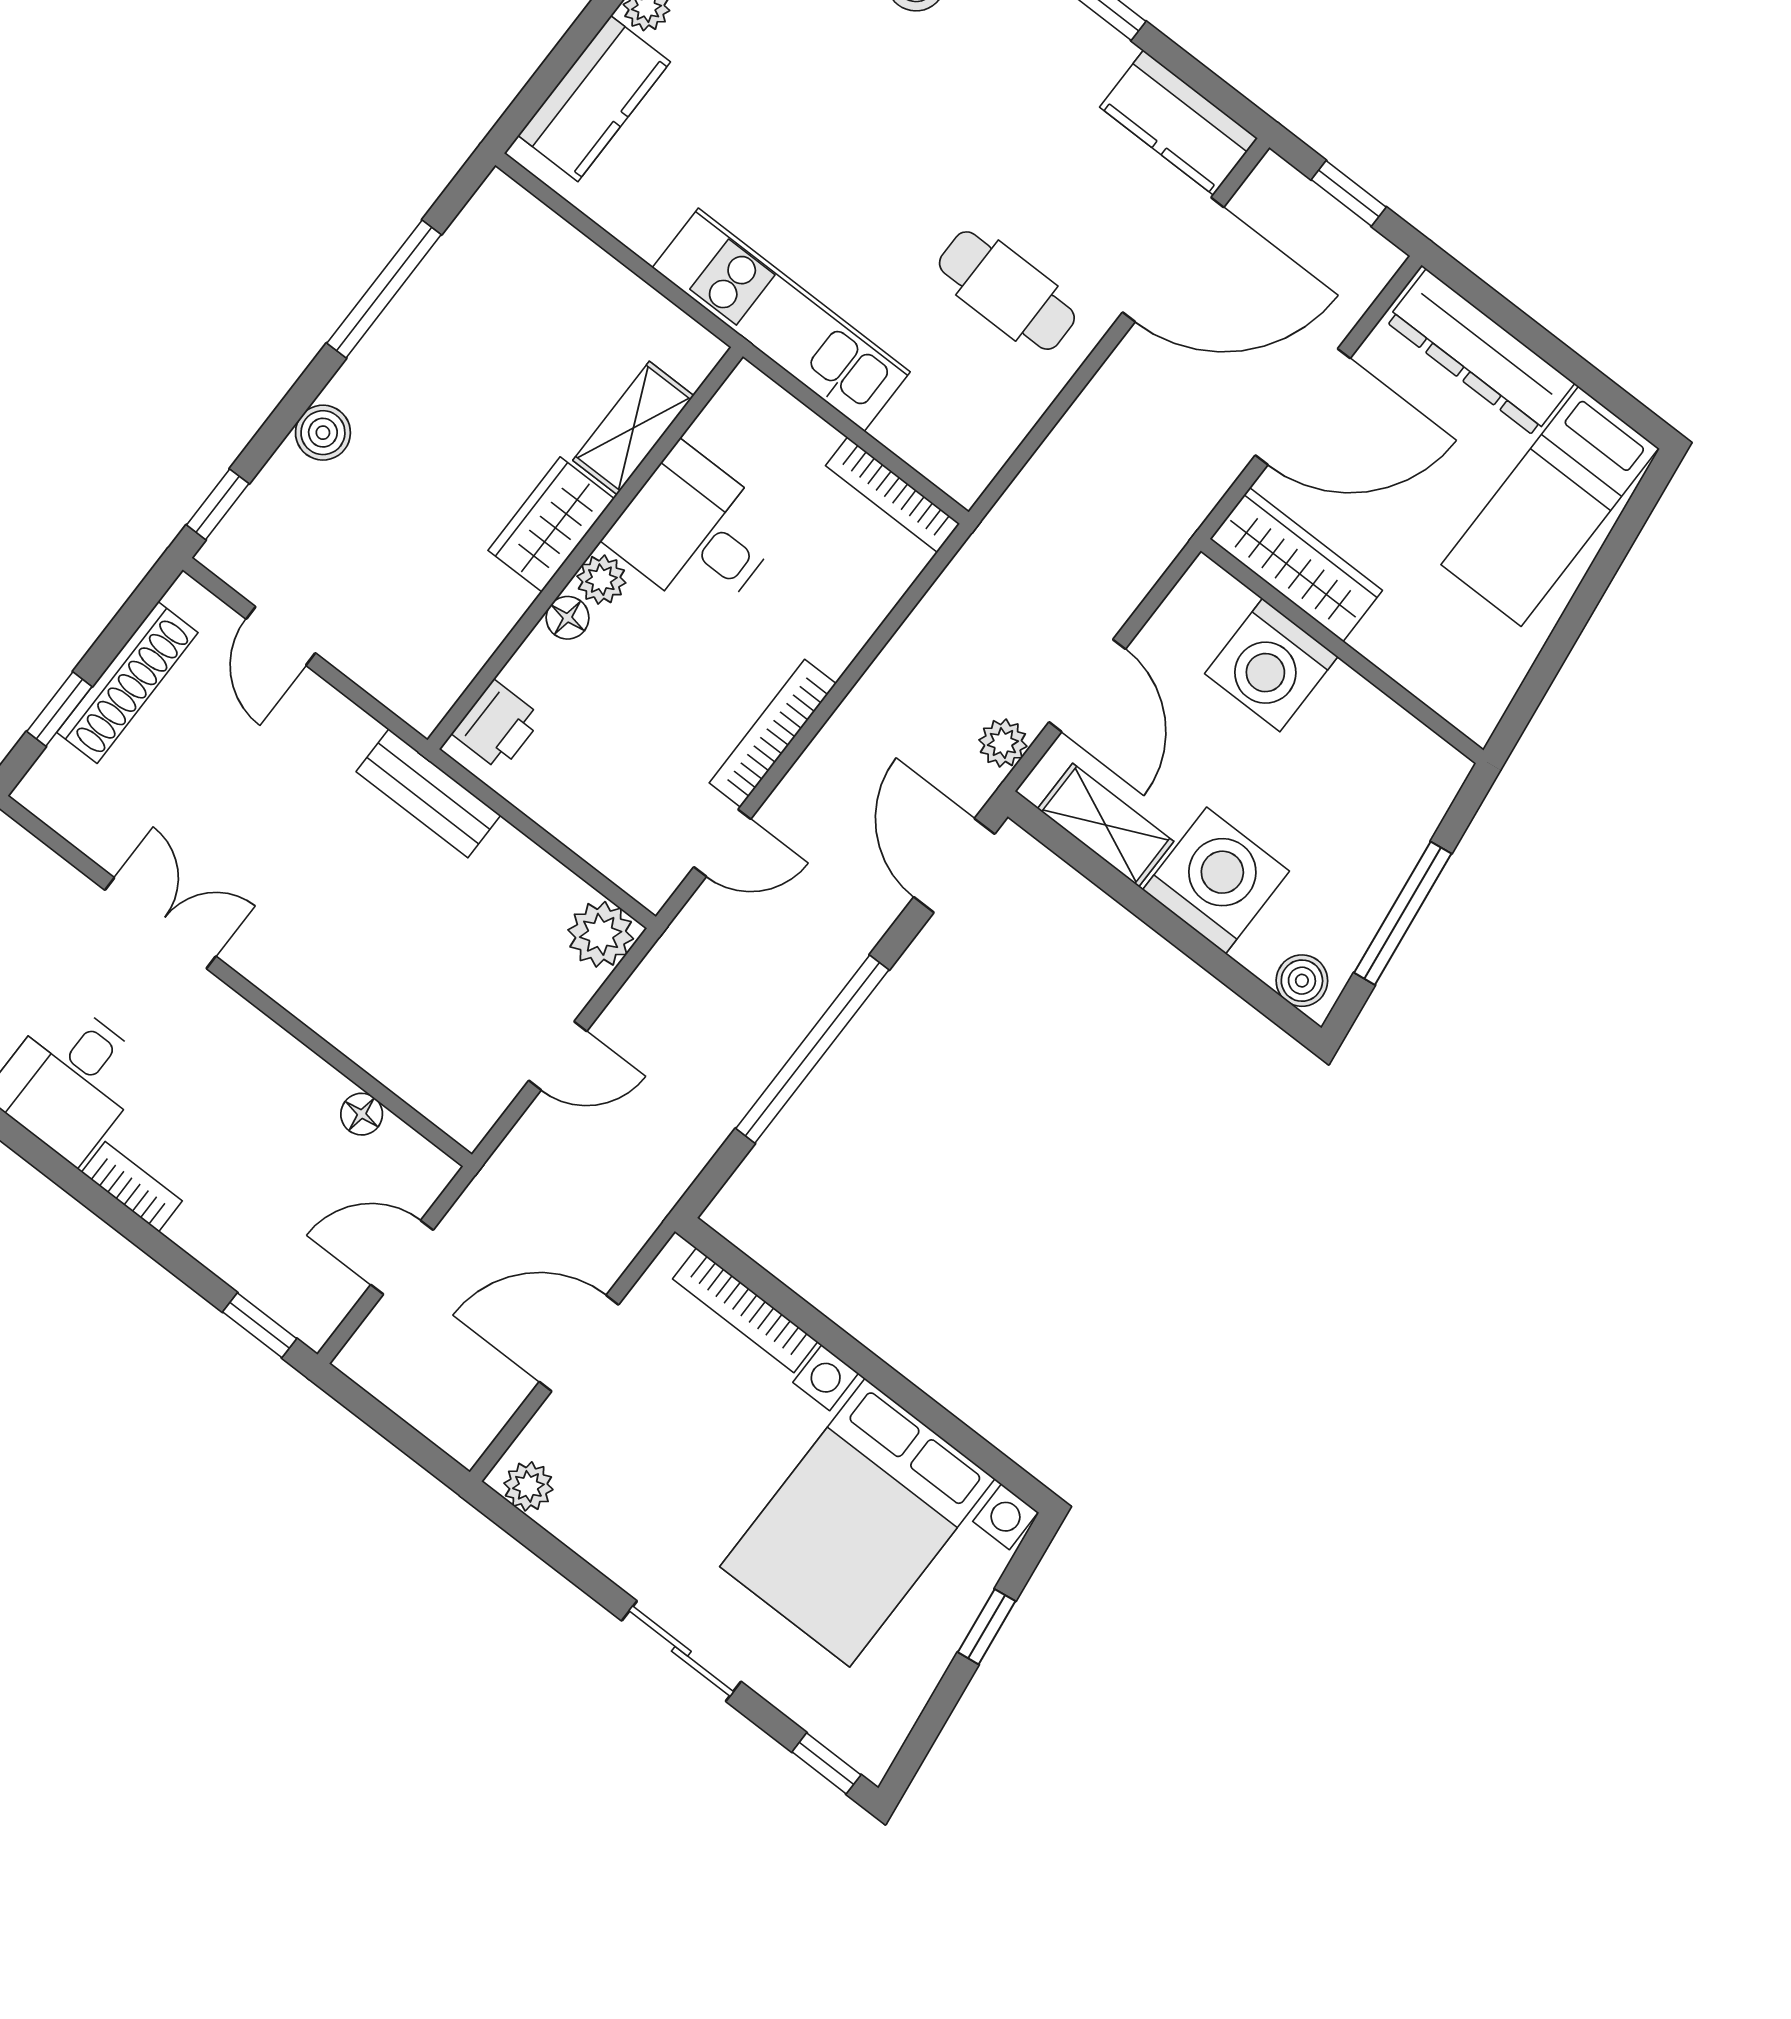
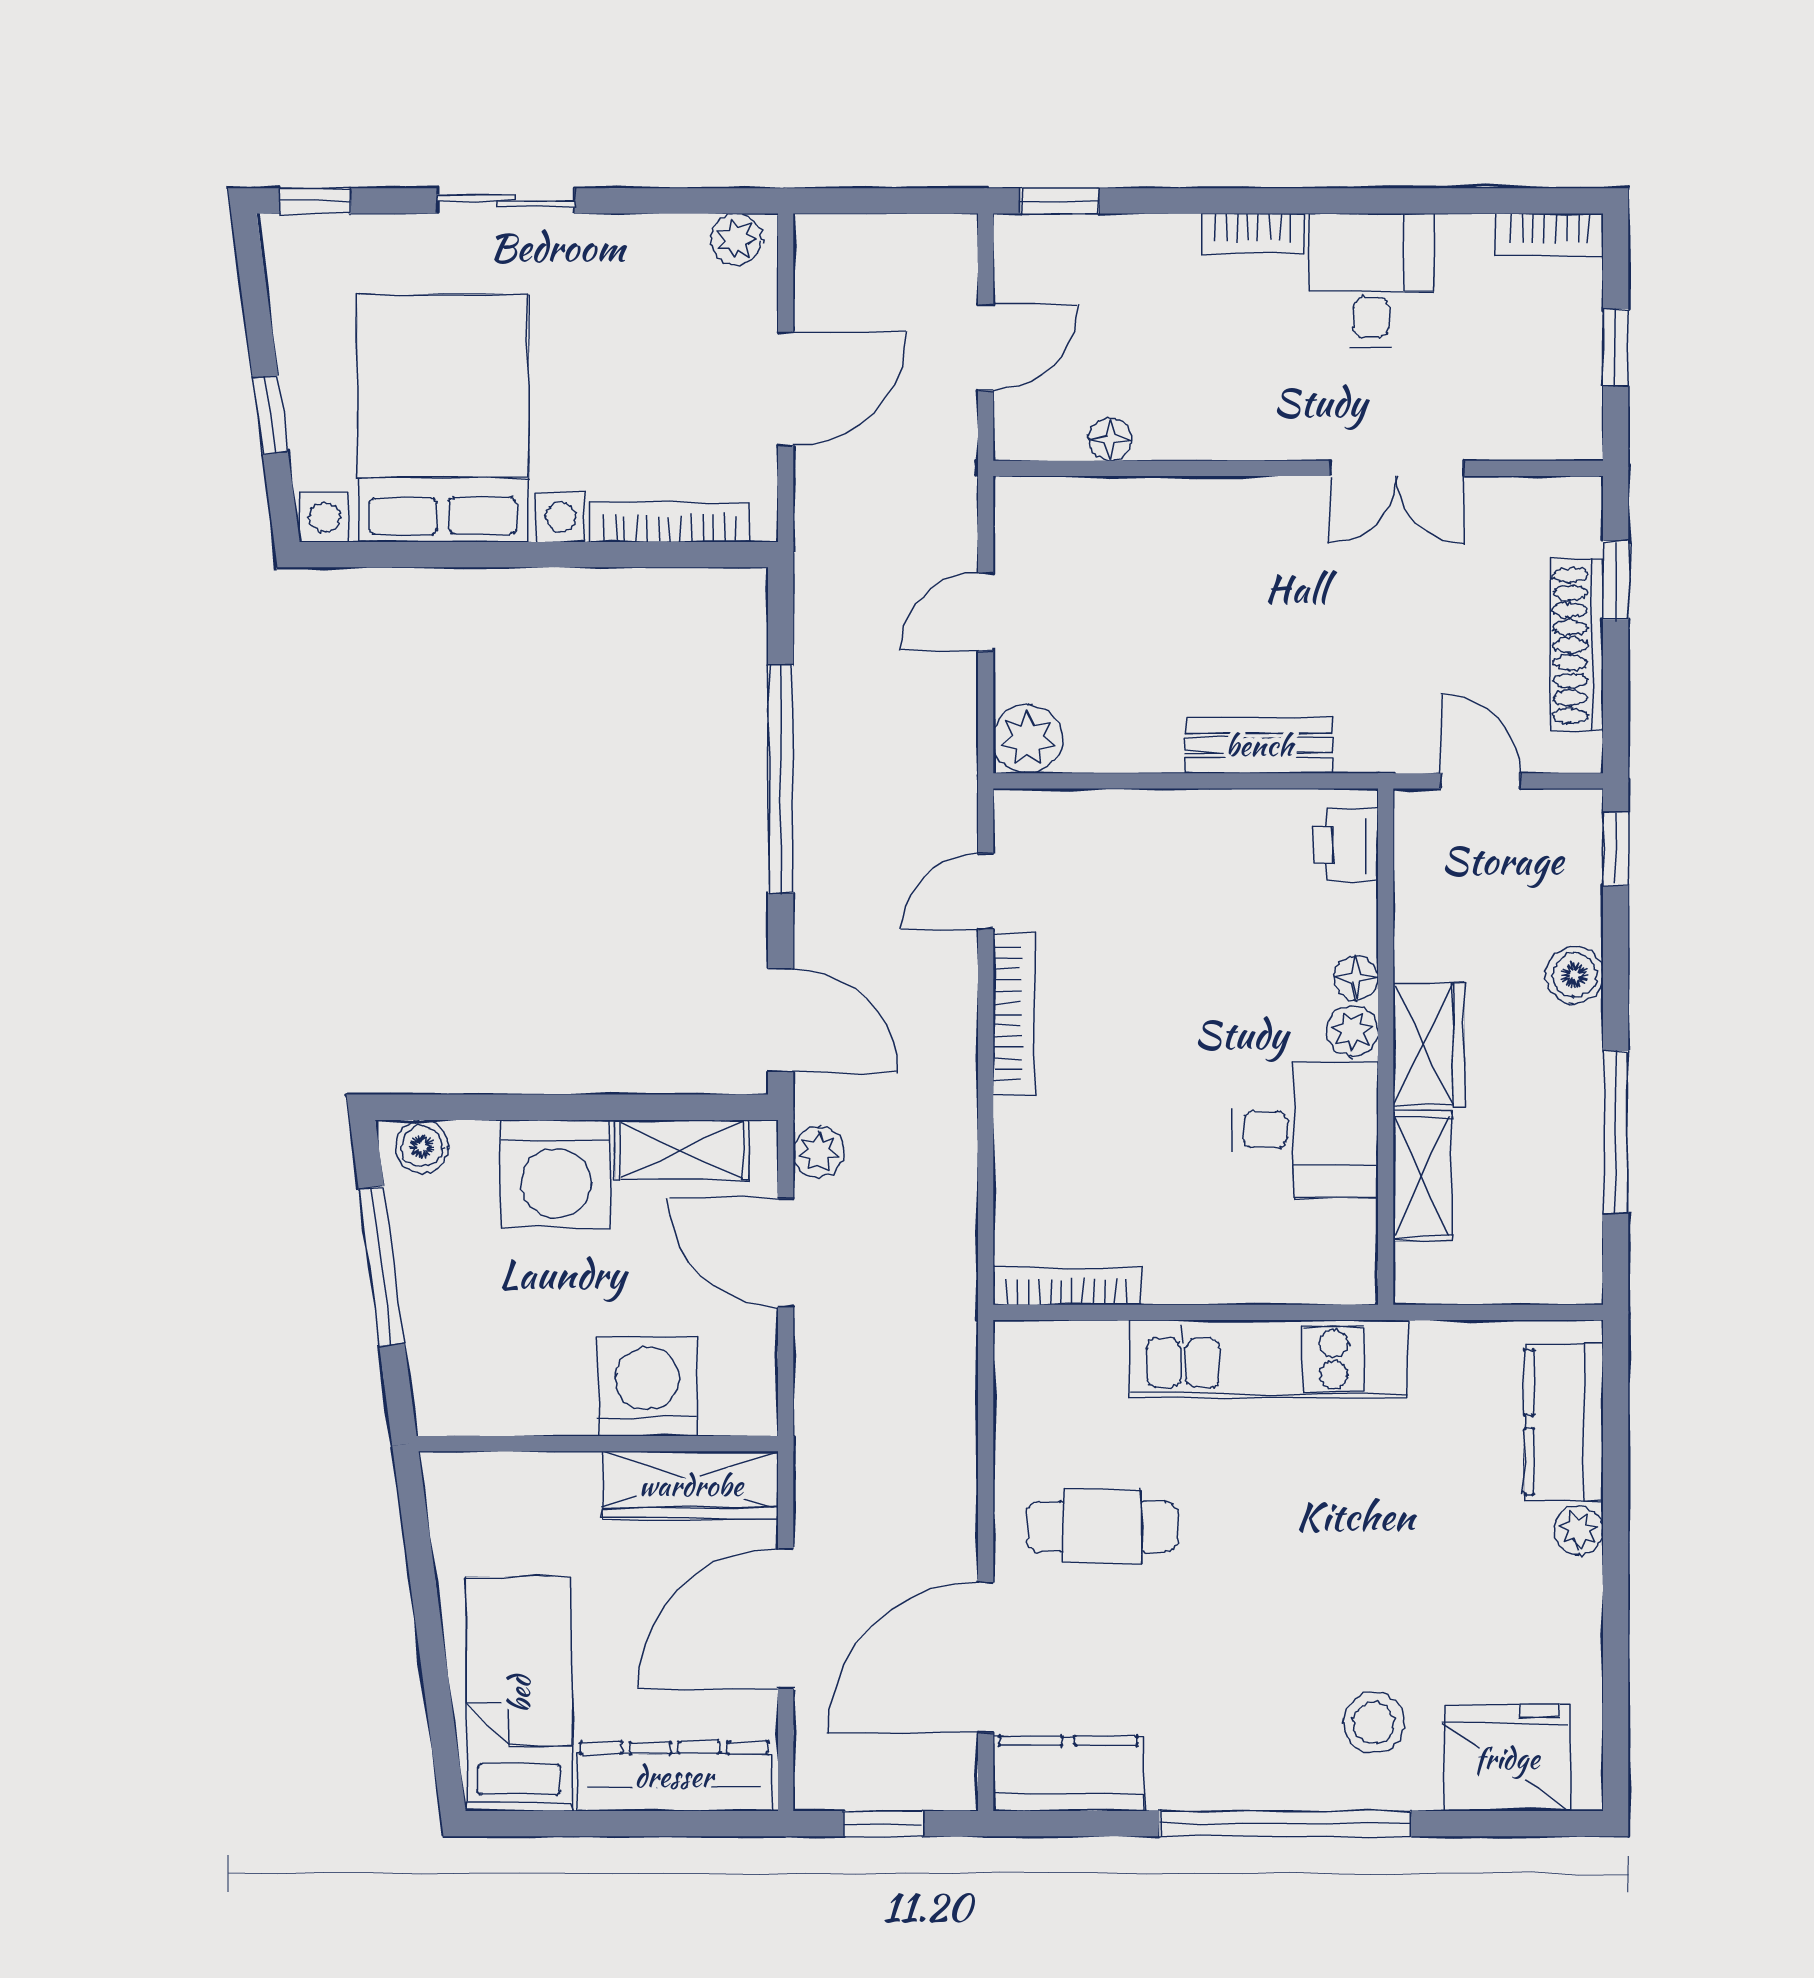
shelving: (633, 428) -> (1422, 1176), moved
wardrobe: (551, 524) -> (1429, 1044), moved
desk: (695, 532) -> (1305, 1130), moved
wall: (585, 548) -> (1386, 1047), moved
plant: (601, 580) -> (1352, 1031), moved
floor lamp: (567, 618) -> (1356, 978), moved
printer: (497, 725) -> (1345, 845), moved

